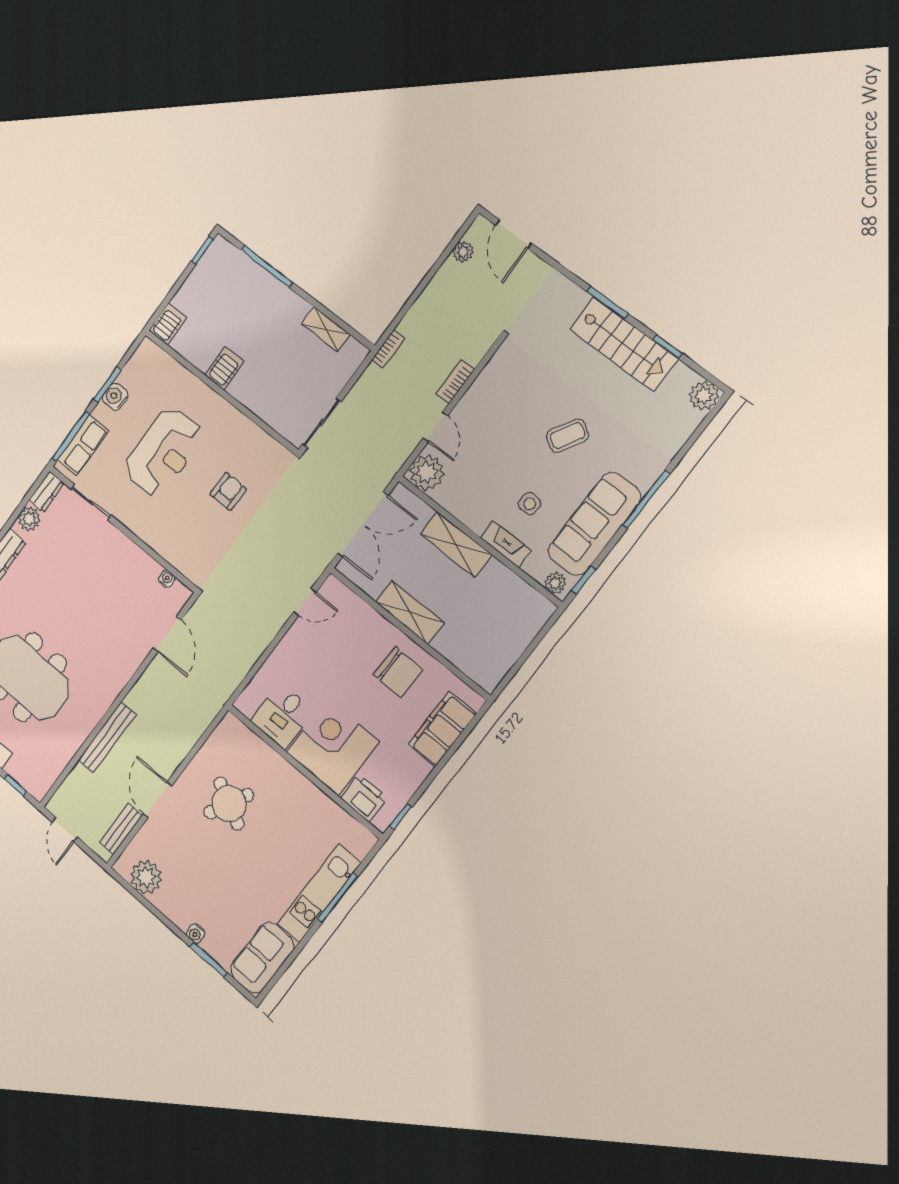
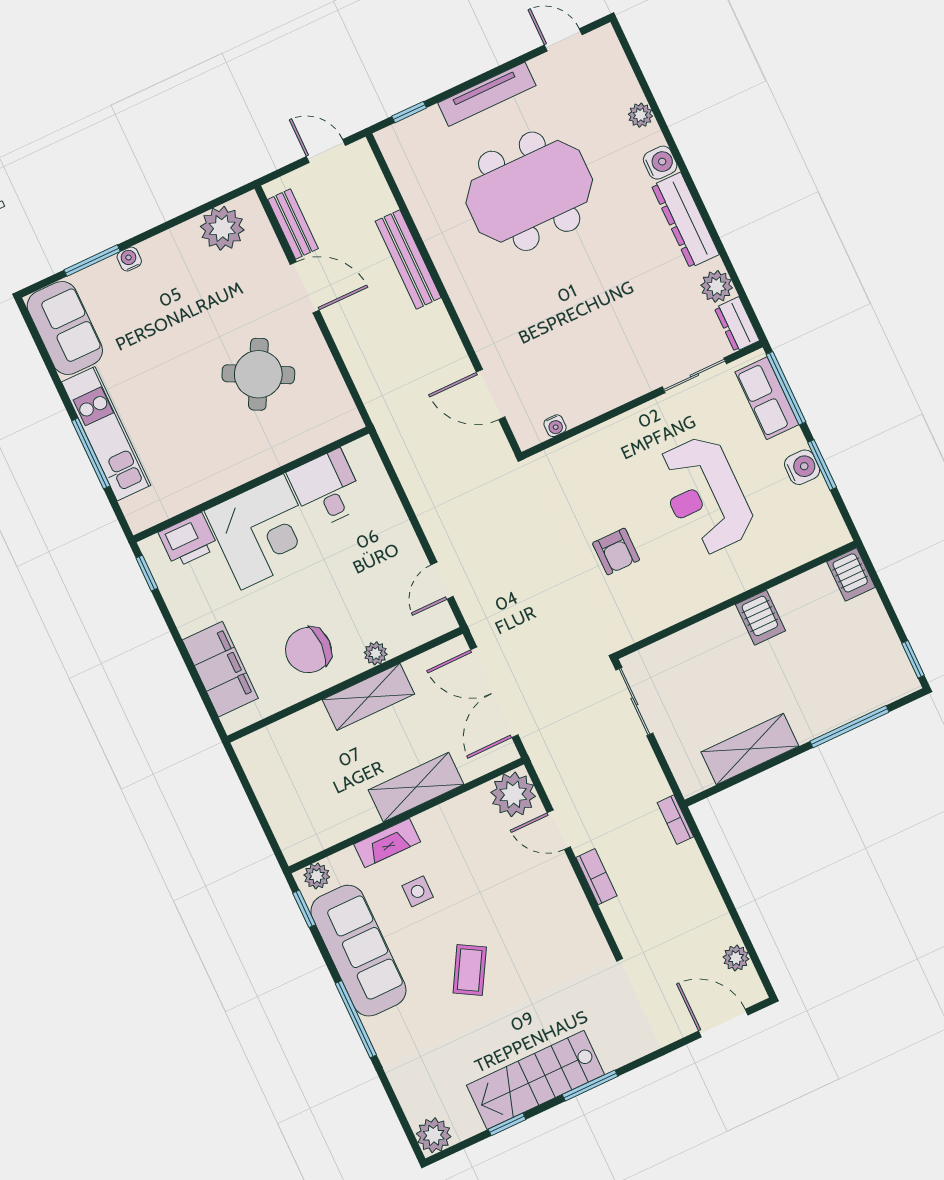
shelving: (326, 329) -> (750, 749), width x1.50, depth x1.33
plant: (377, 623) -> (376, 653), added

